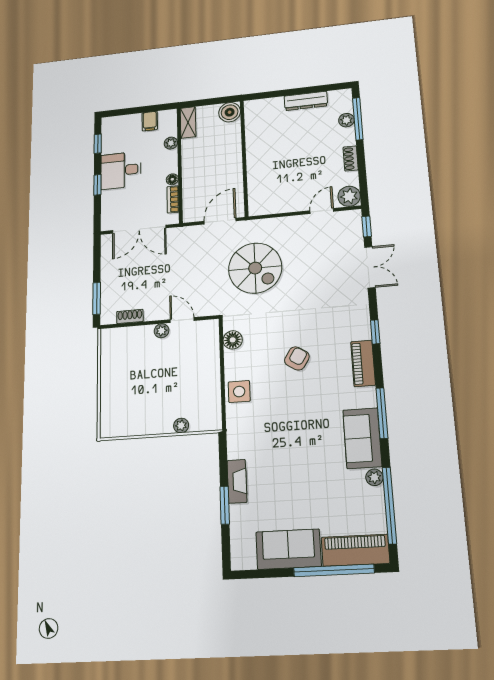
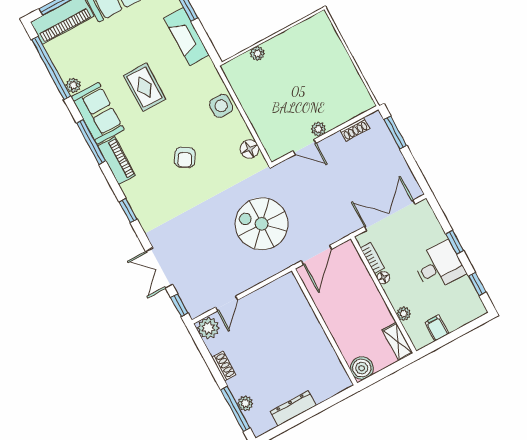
piano: (363, 363) -> (117, 161), moved
rug: (304, 443) -> (145, 87), added
fireplace: (237, 481) -> (187, 37), width x1.37, depth x1.32

